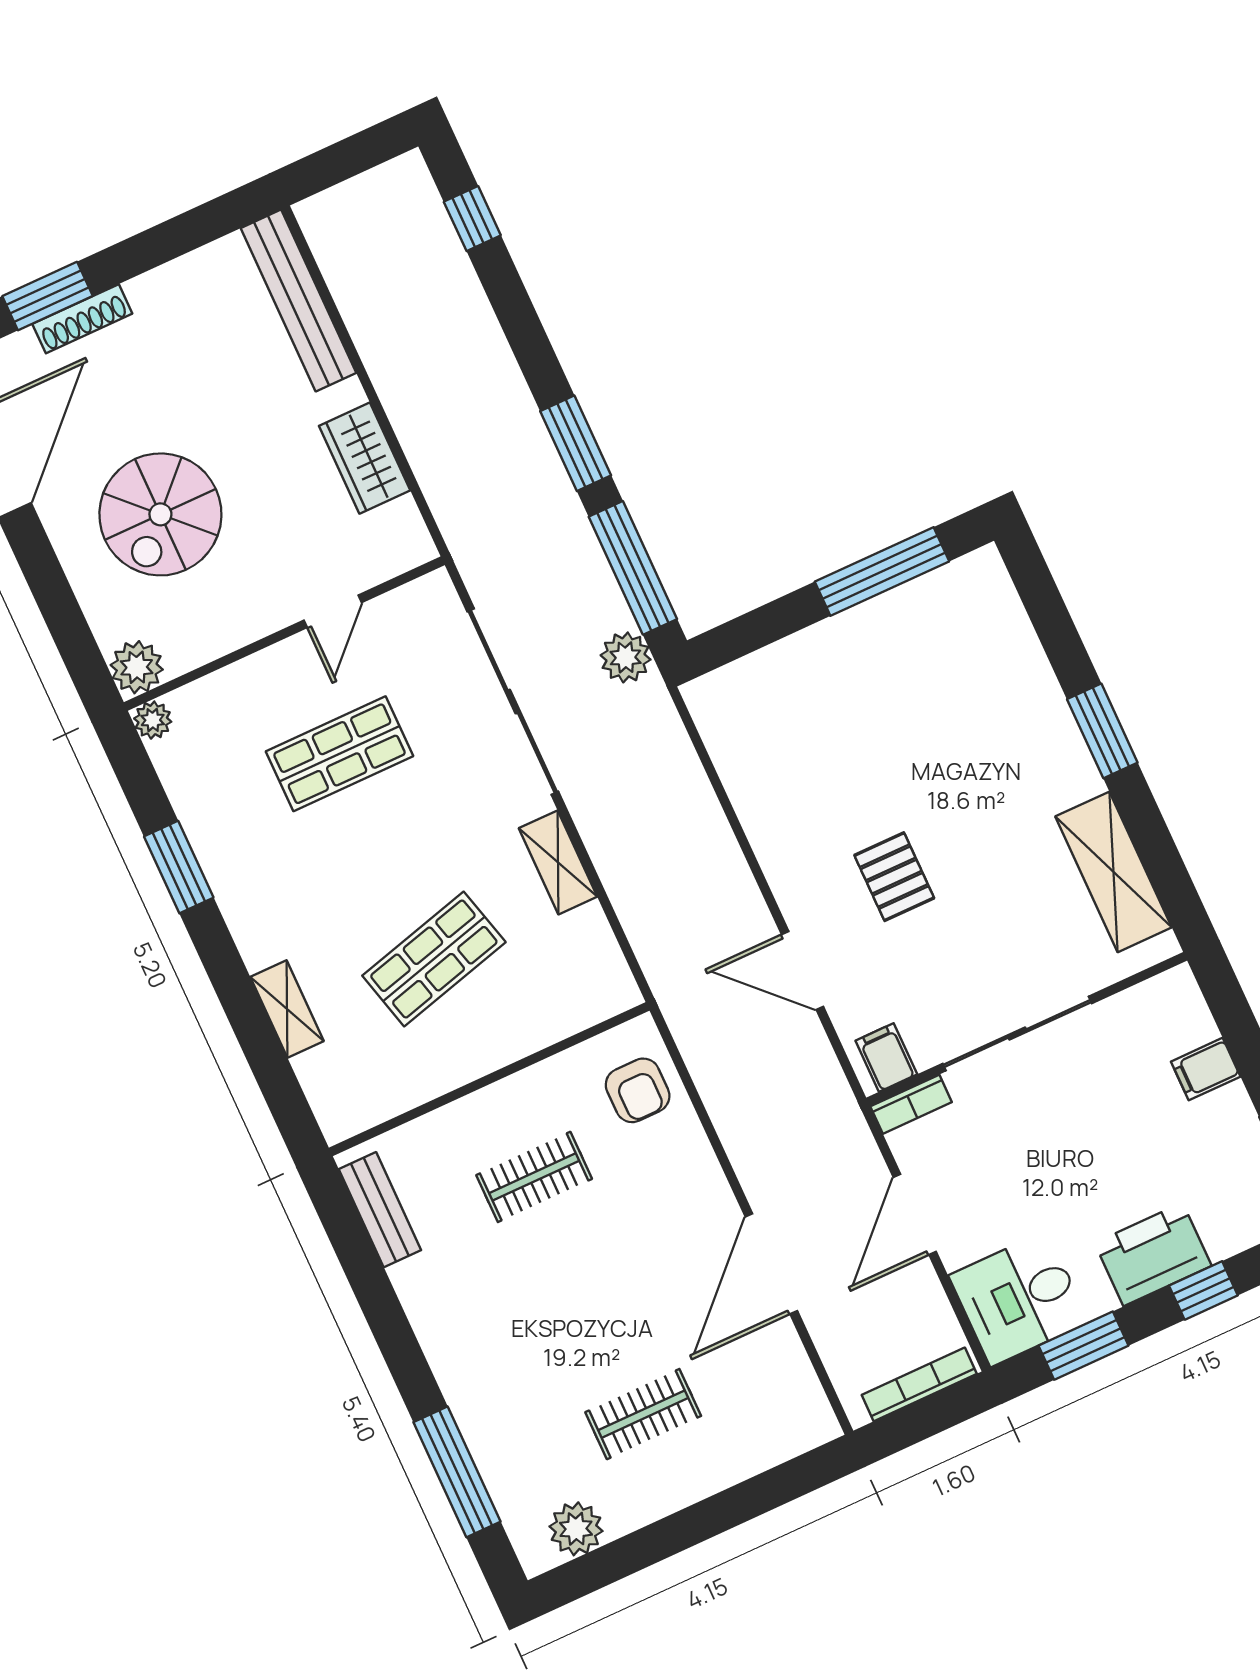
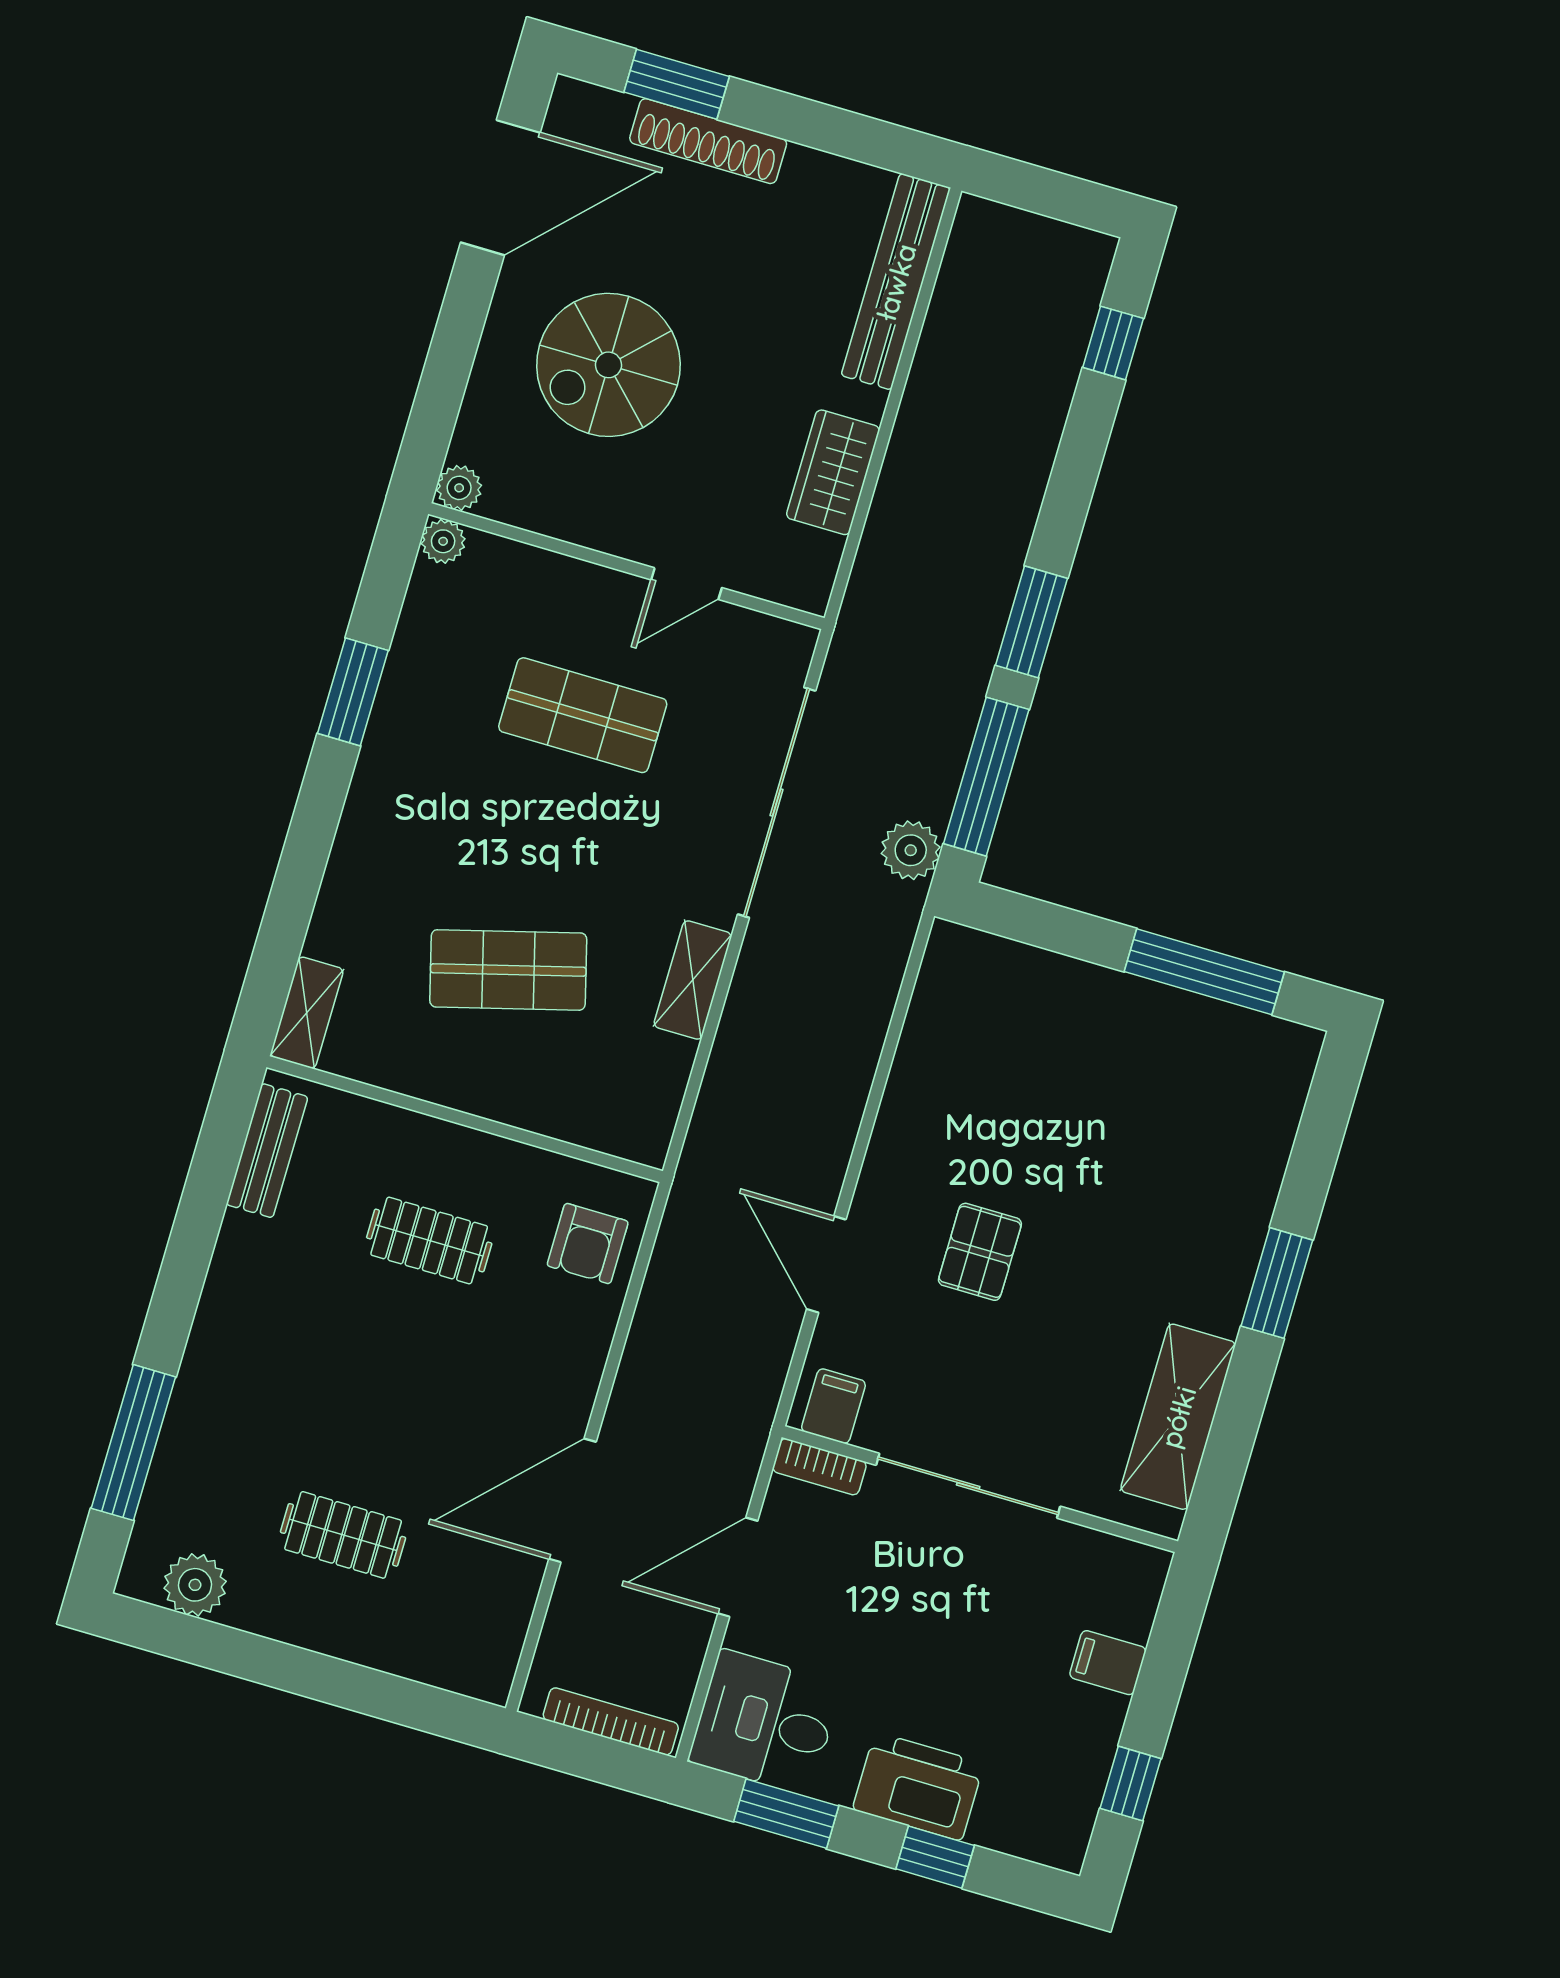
shoe rack: (82, 319) -> (708, 141), width x1.36, depth x1.24
plant: (137, 667) -> (459, 488), width x0.73, depth x0.73
shelving: (287, 1009) -> (307, 1013), moved

